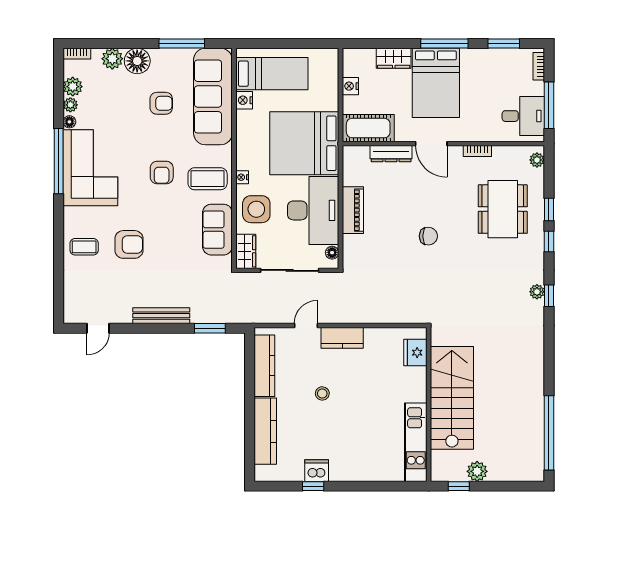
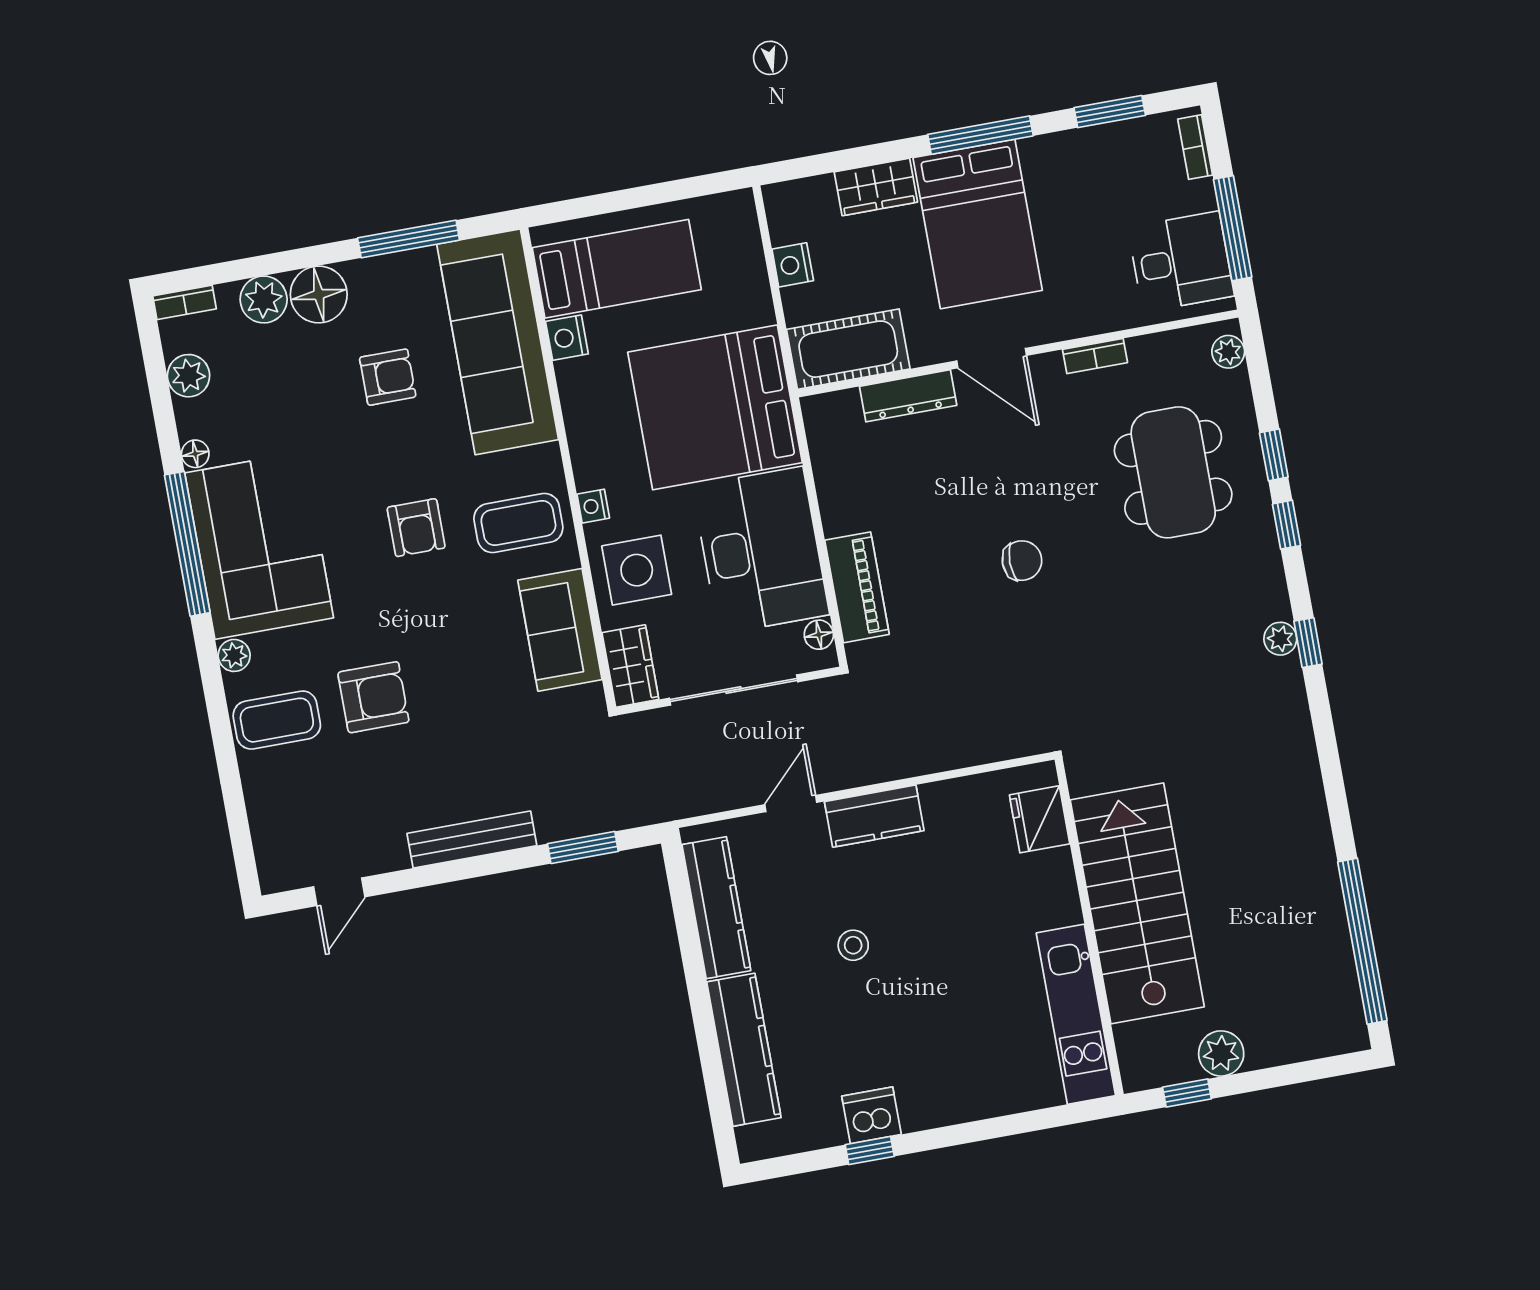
plant: (70, 105) -> (234, 655), moved
piano: (353, 210) -> (857, 587), moved
coffee table: (84, 247) -> (277, 720), width x1.36, depth x1.30

